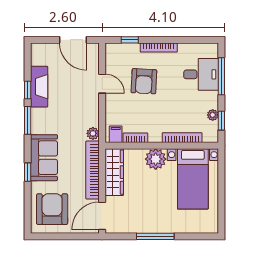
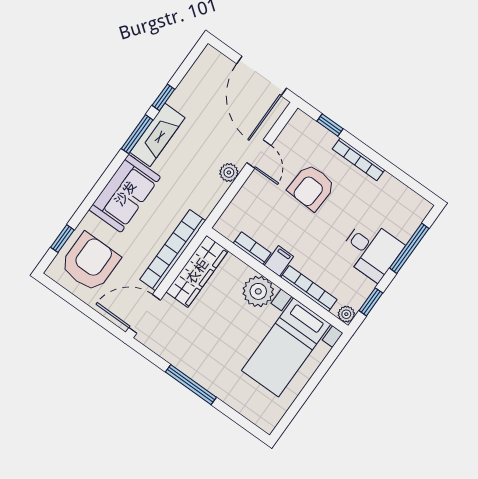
door: (73, 40) -> (262, 76), width x1.36
desk: (201, 74) -> (371, 250), moved
fireplace: (39, 87) -> (157, 135), moved
plant: (213, 115) -> (346, 314), moved
plant: (93, 133) -> (229, 172), moved
filing cabinet: (116, 134) -> (279, 261), moved
window: (28, 172) -> (62, 239), moved

